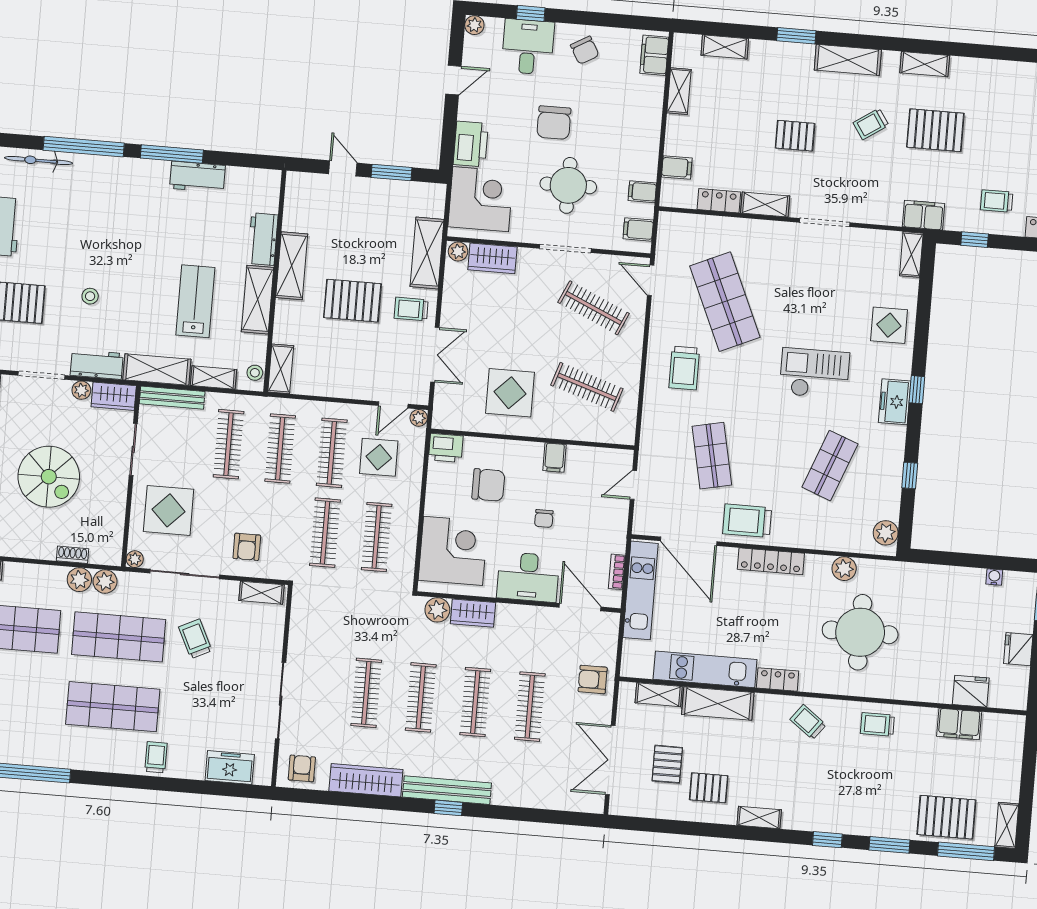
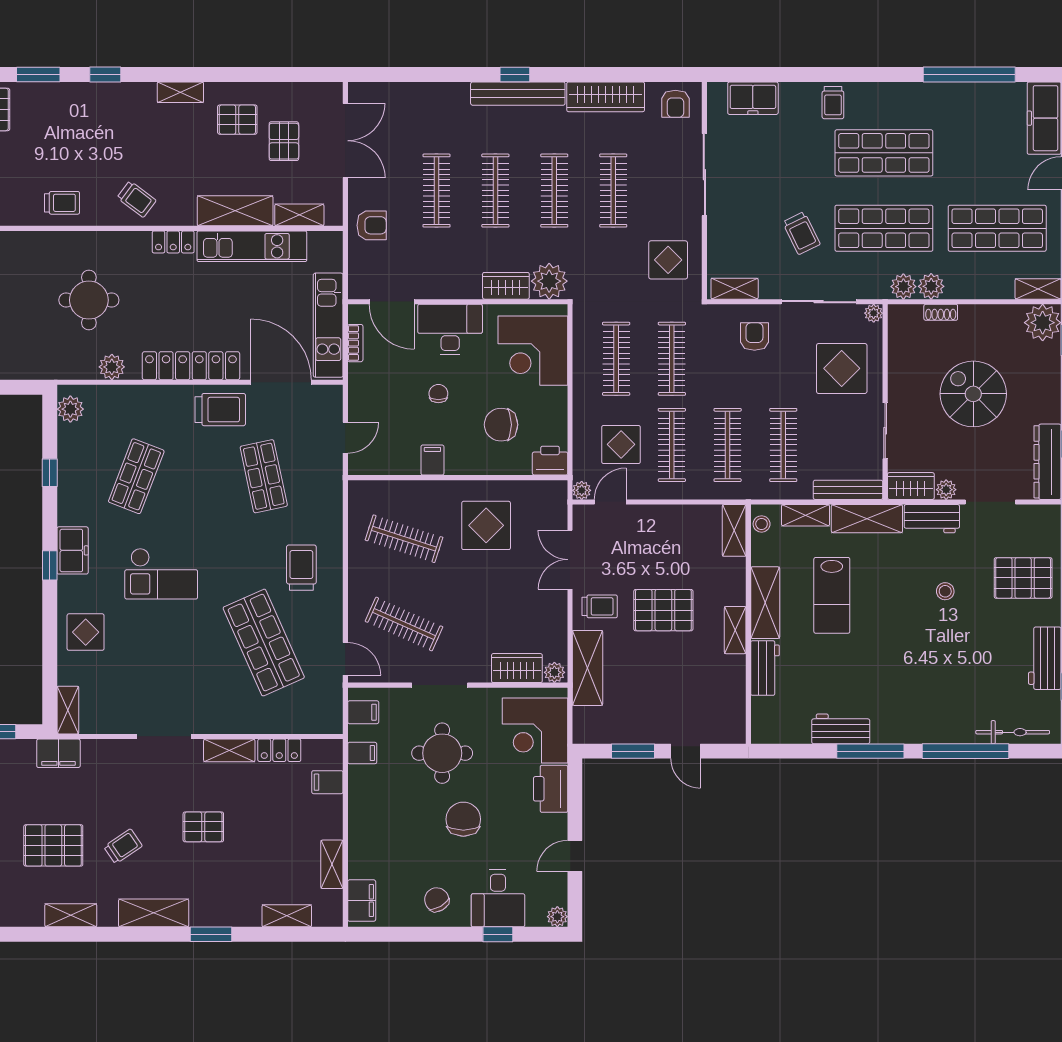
shelving: (292, 266) -> (735, 630), width x0.67, depth x0.75
locker: (771, 561) -> (191, 366), width x1.41, depth x1.21
plant: (437, 610) -> (549, 281), width x1.36, depth x1.36
display table: (321, 624) -> (668, 260), added
round table: (860, 632) -> (89, 300), width x0.73, depth x0.73

